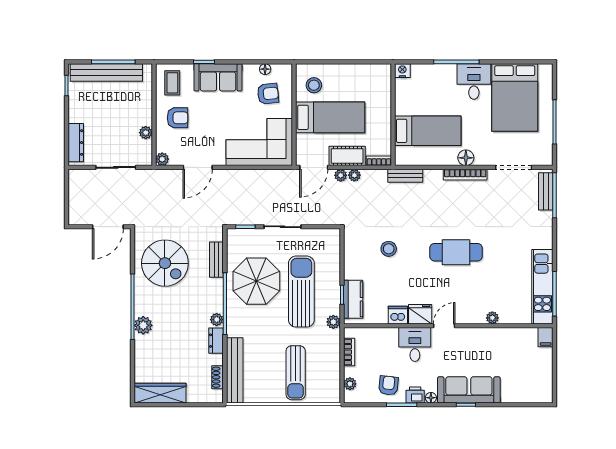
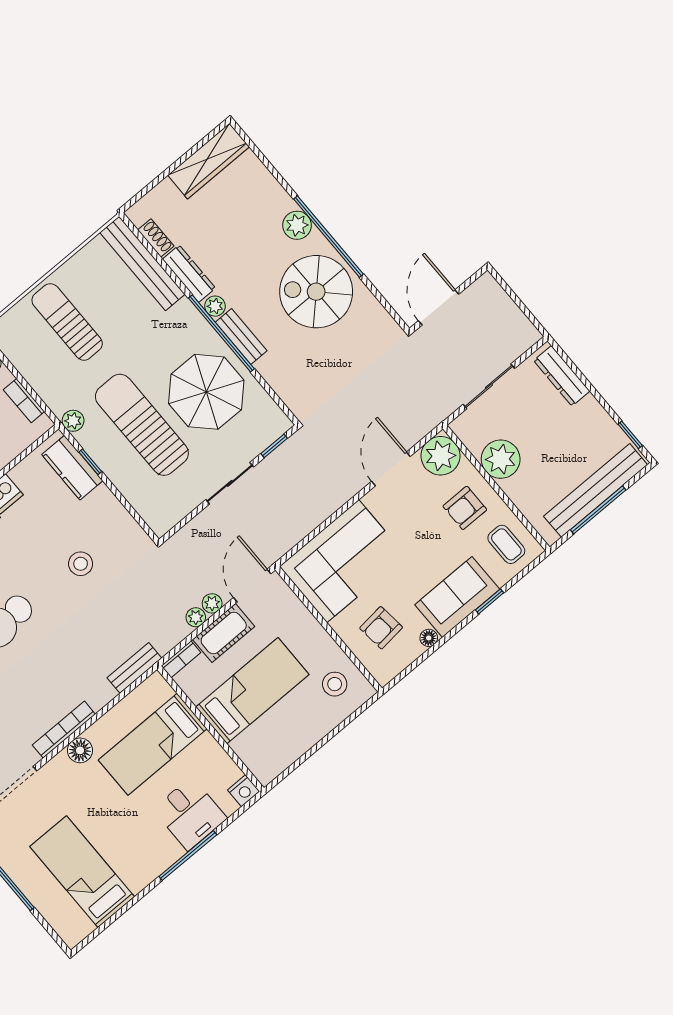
floor lamp: (265, 69) -> (429, 638), moved
desk: (474, 81) -> (190, 814), moved
bed: (515, 97) -> (82, 872), width x0.67
bed: (330, 117) -> (252, 691), moved, turned 180
plant: (146, 133) -> (501, 459), width x1.88, depth x1.88
plant: (162, 159) -> (441, 456), width x1.87, depth x1.87
bench: (216, 260) -> (241, 336), moved
spiral stairs: (165, 263) -> (316, 292), moved
sun lounger: (301, 292) -> (142, 425), turned 180
dresser: (216, 341) -> (189, 274), width x1.44

